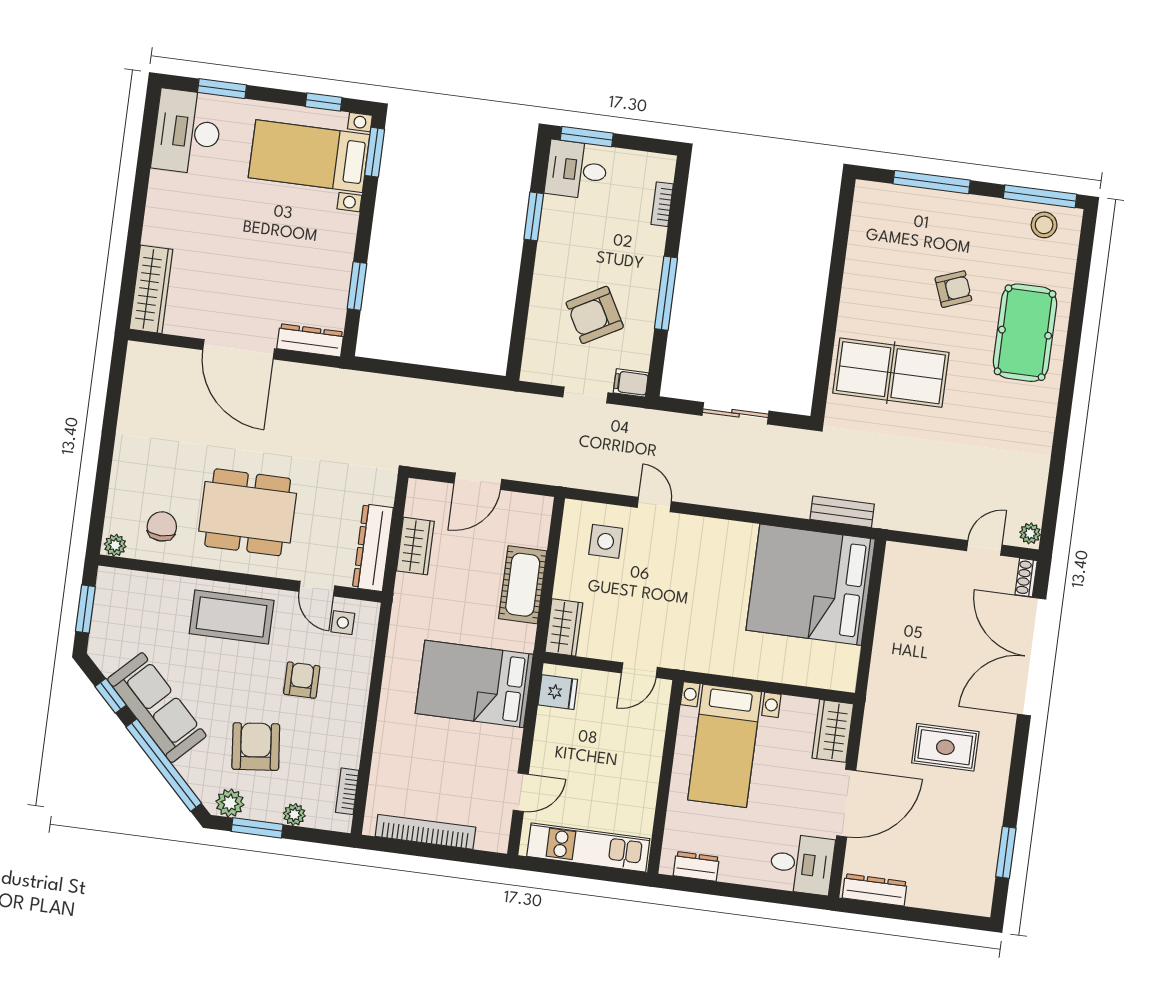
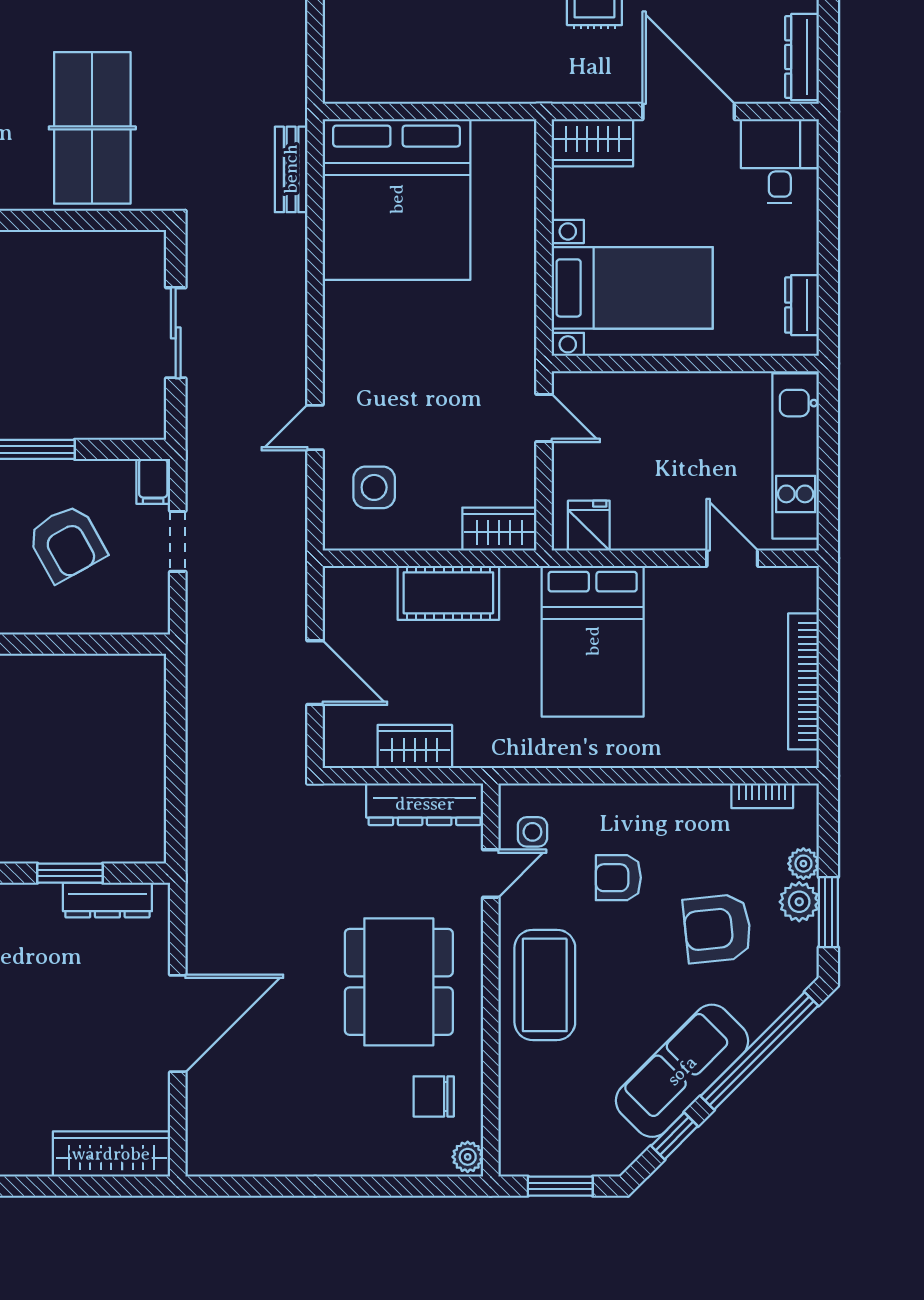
dresser: (310, 340) -> (107, 900), moved, turned -90
plant: (230, 803) -> (799, 902), moved

